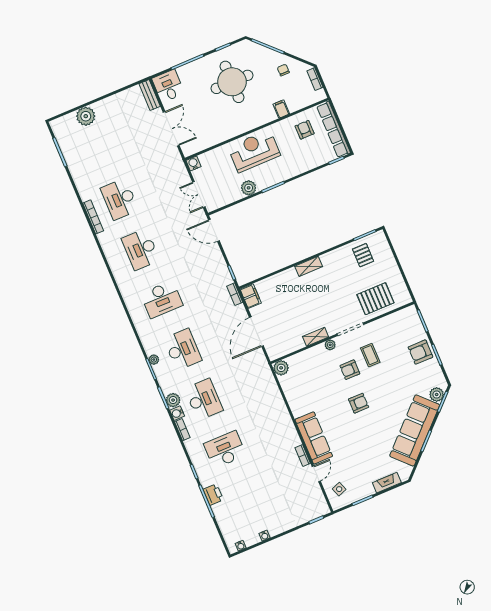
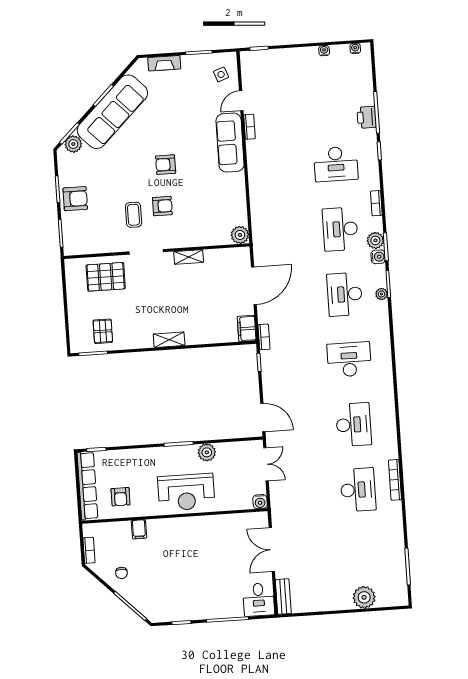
round table: (232, 82) -> (184, 579), removed
plant: (330, 345) -> (175, 242), removed
water cooler: (177, 413) -> (378, 257), moved

